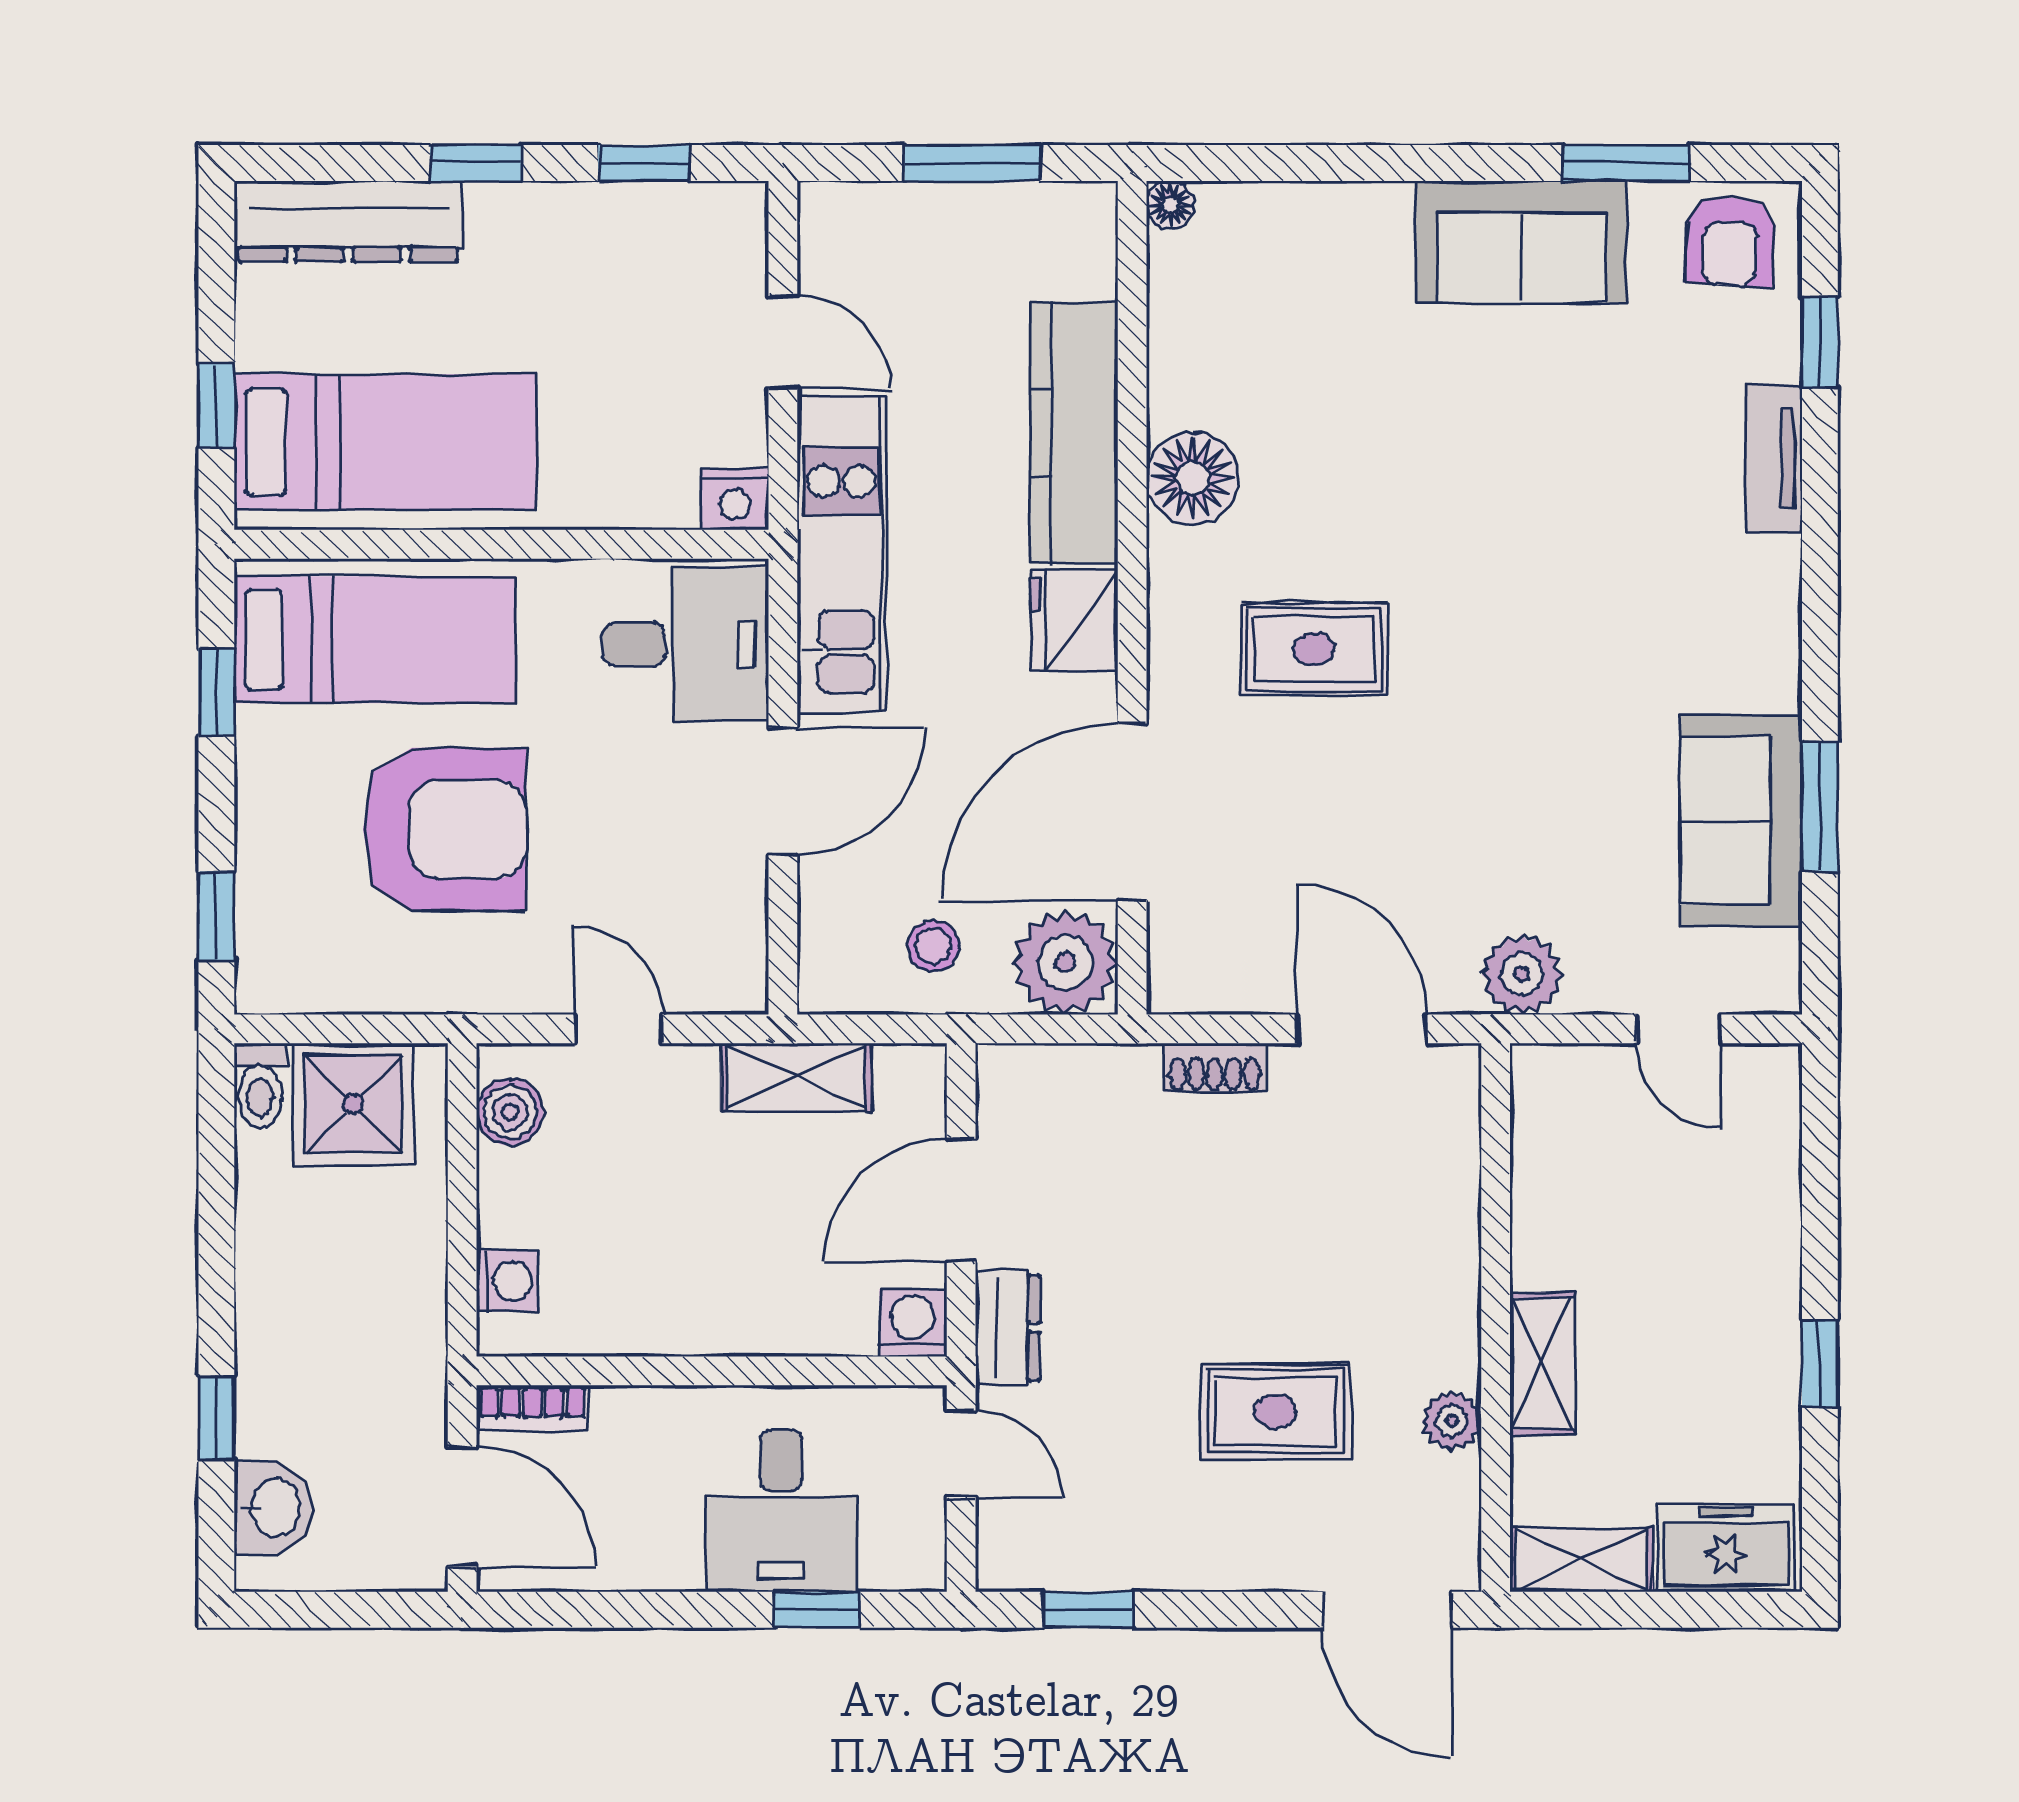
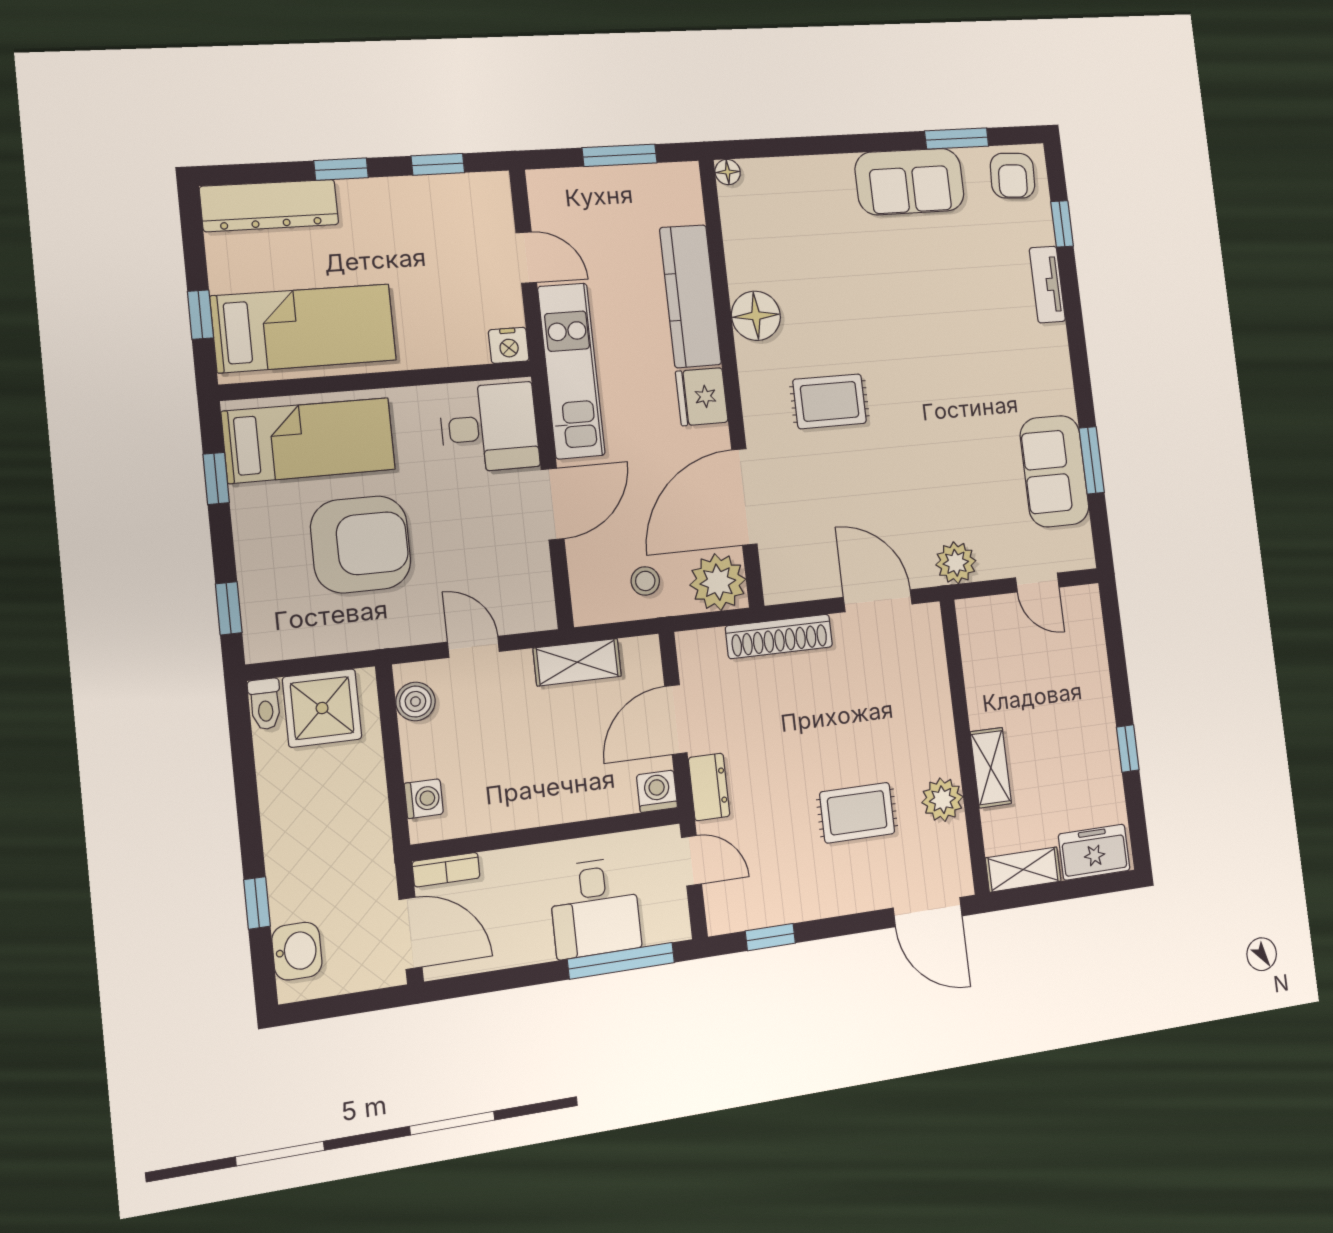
shoe rack: (1215, 1068) -> (779, 636), width x1.94, depth x1.24
plant: (1452, 1421) -> (942, 800), width x1.38, depth x1.38
window: (817, 1610) -> (621, 961), width x2.17

